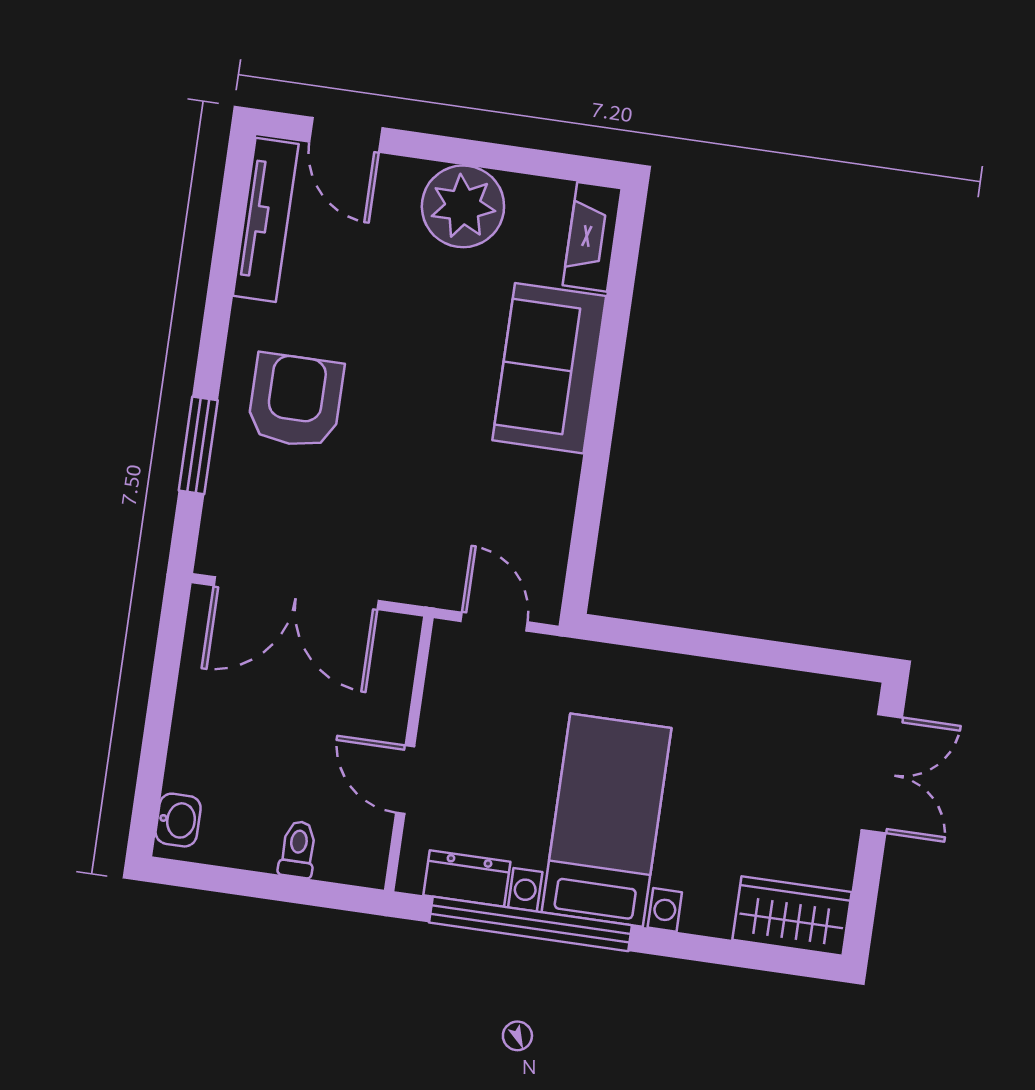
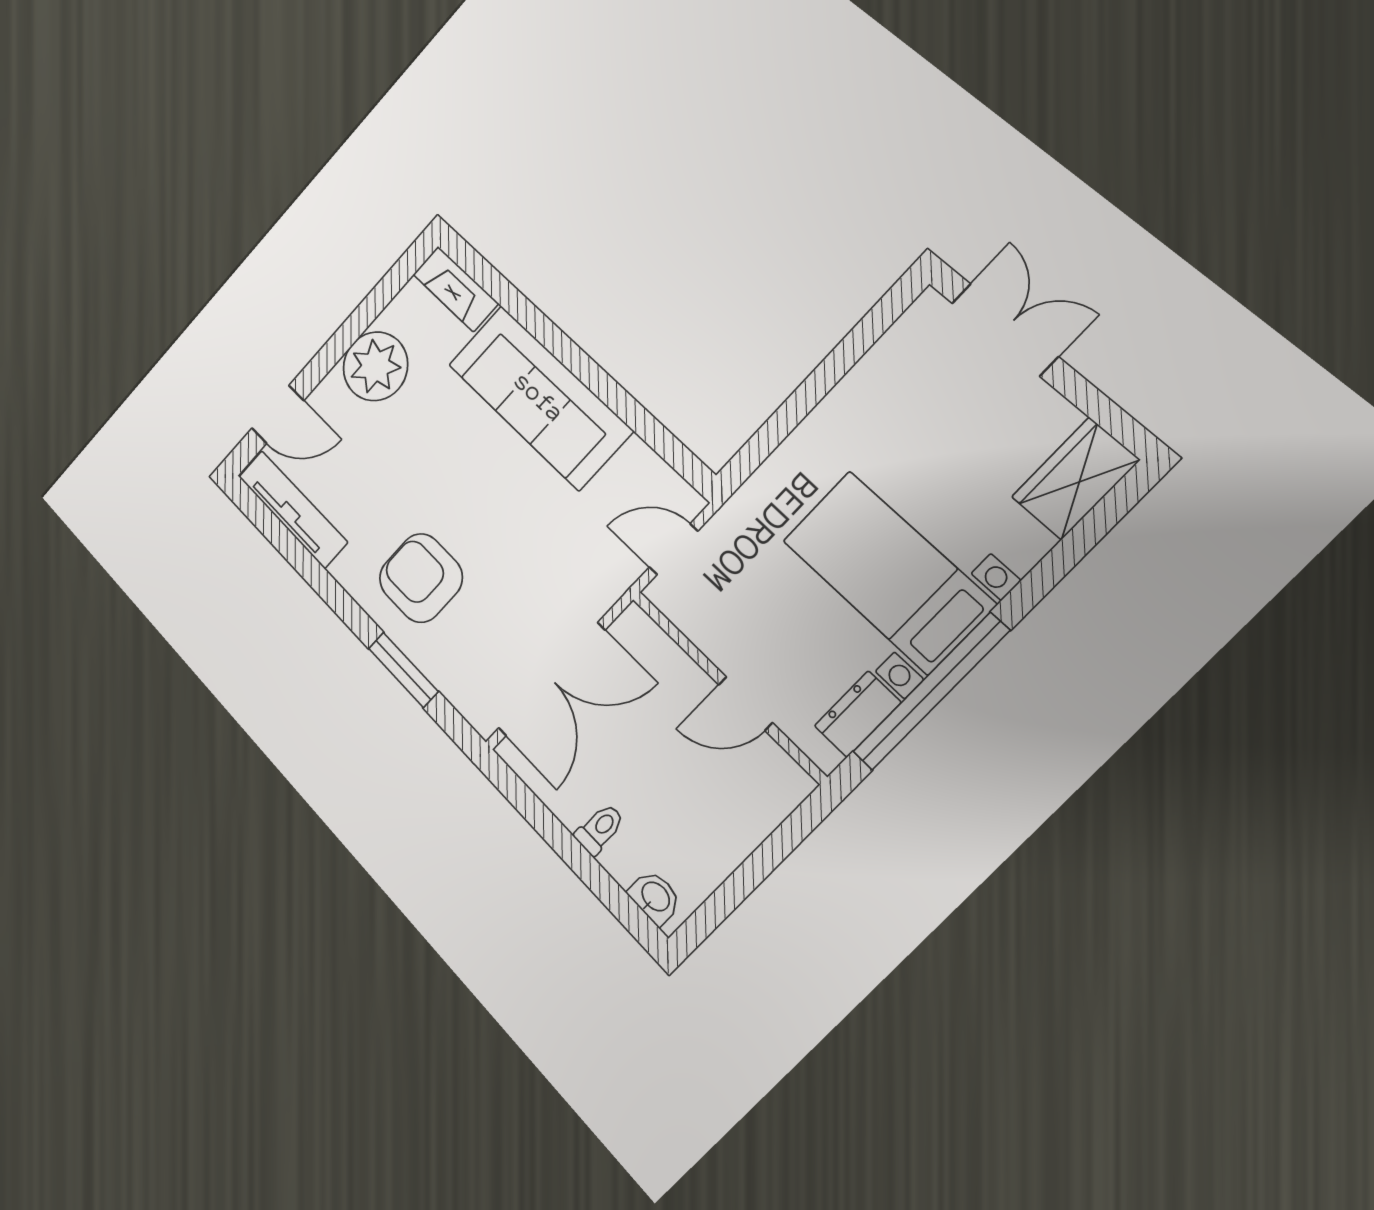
sofa: (549, 368) -> (540, 397), width x1.36
toilet: (298, 849) -> (600, 829), moved, turned 90

